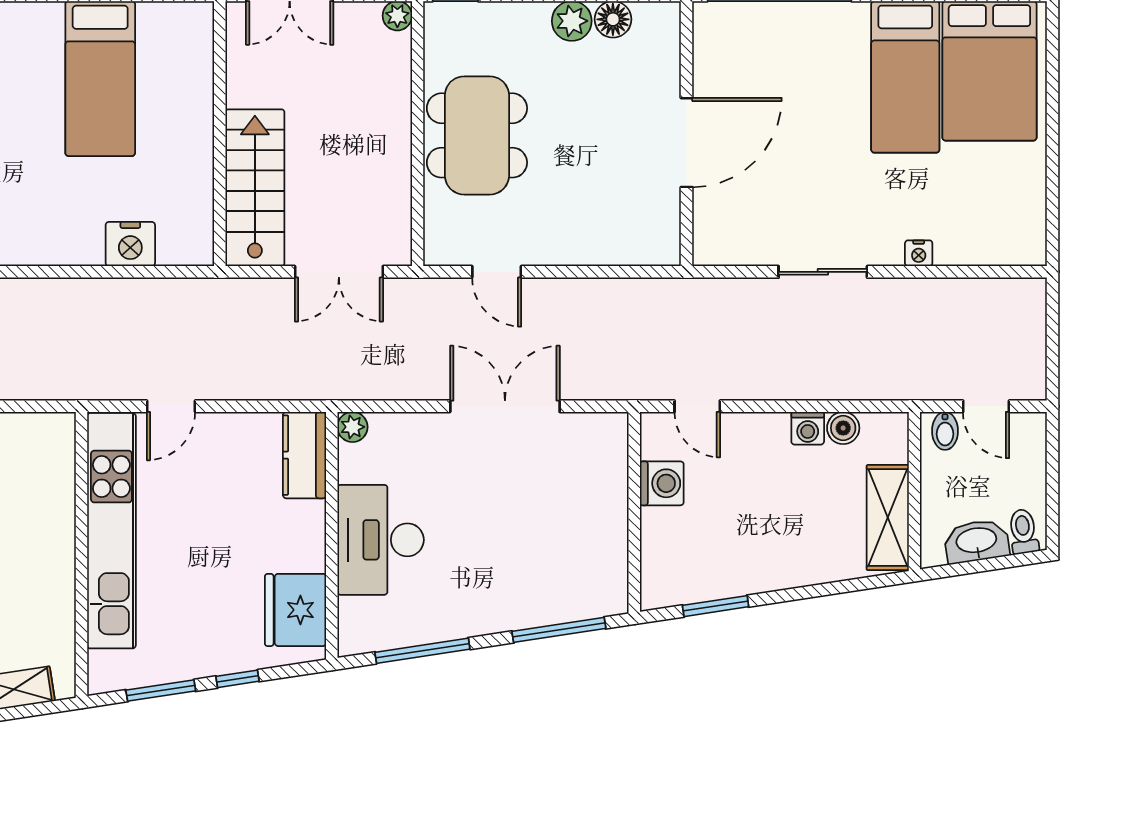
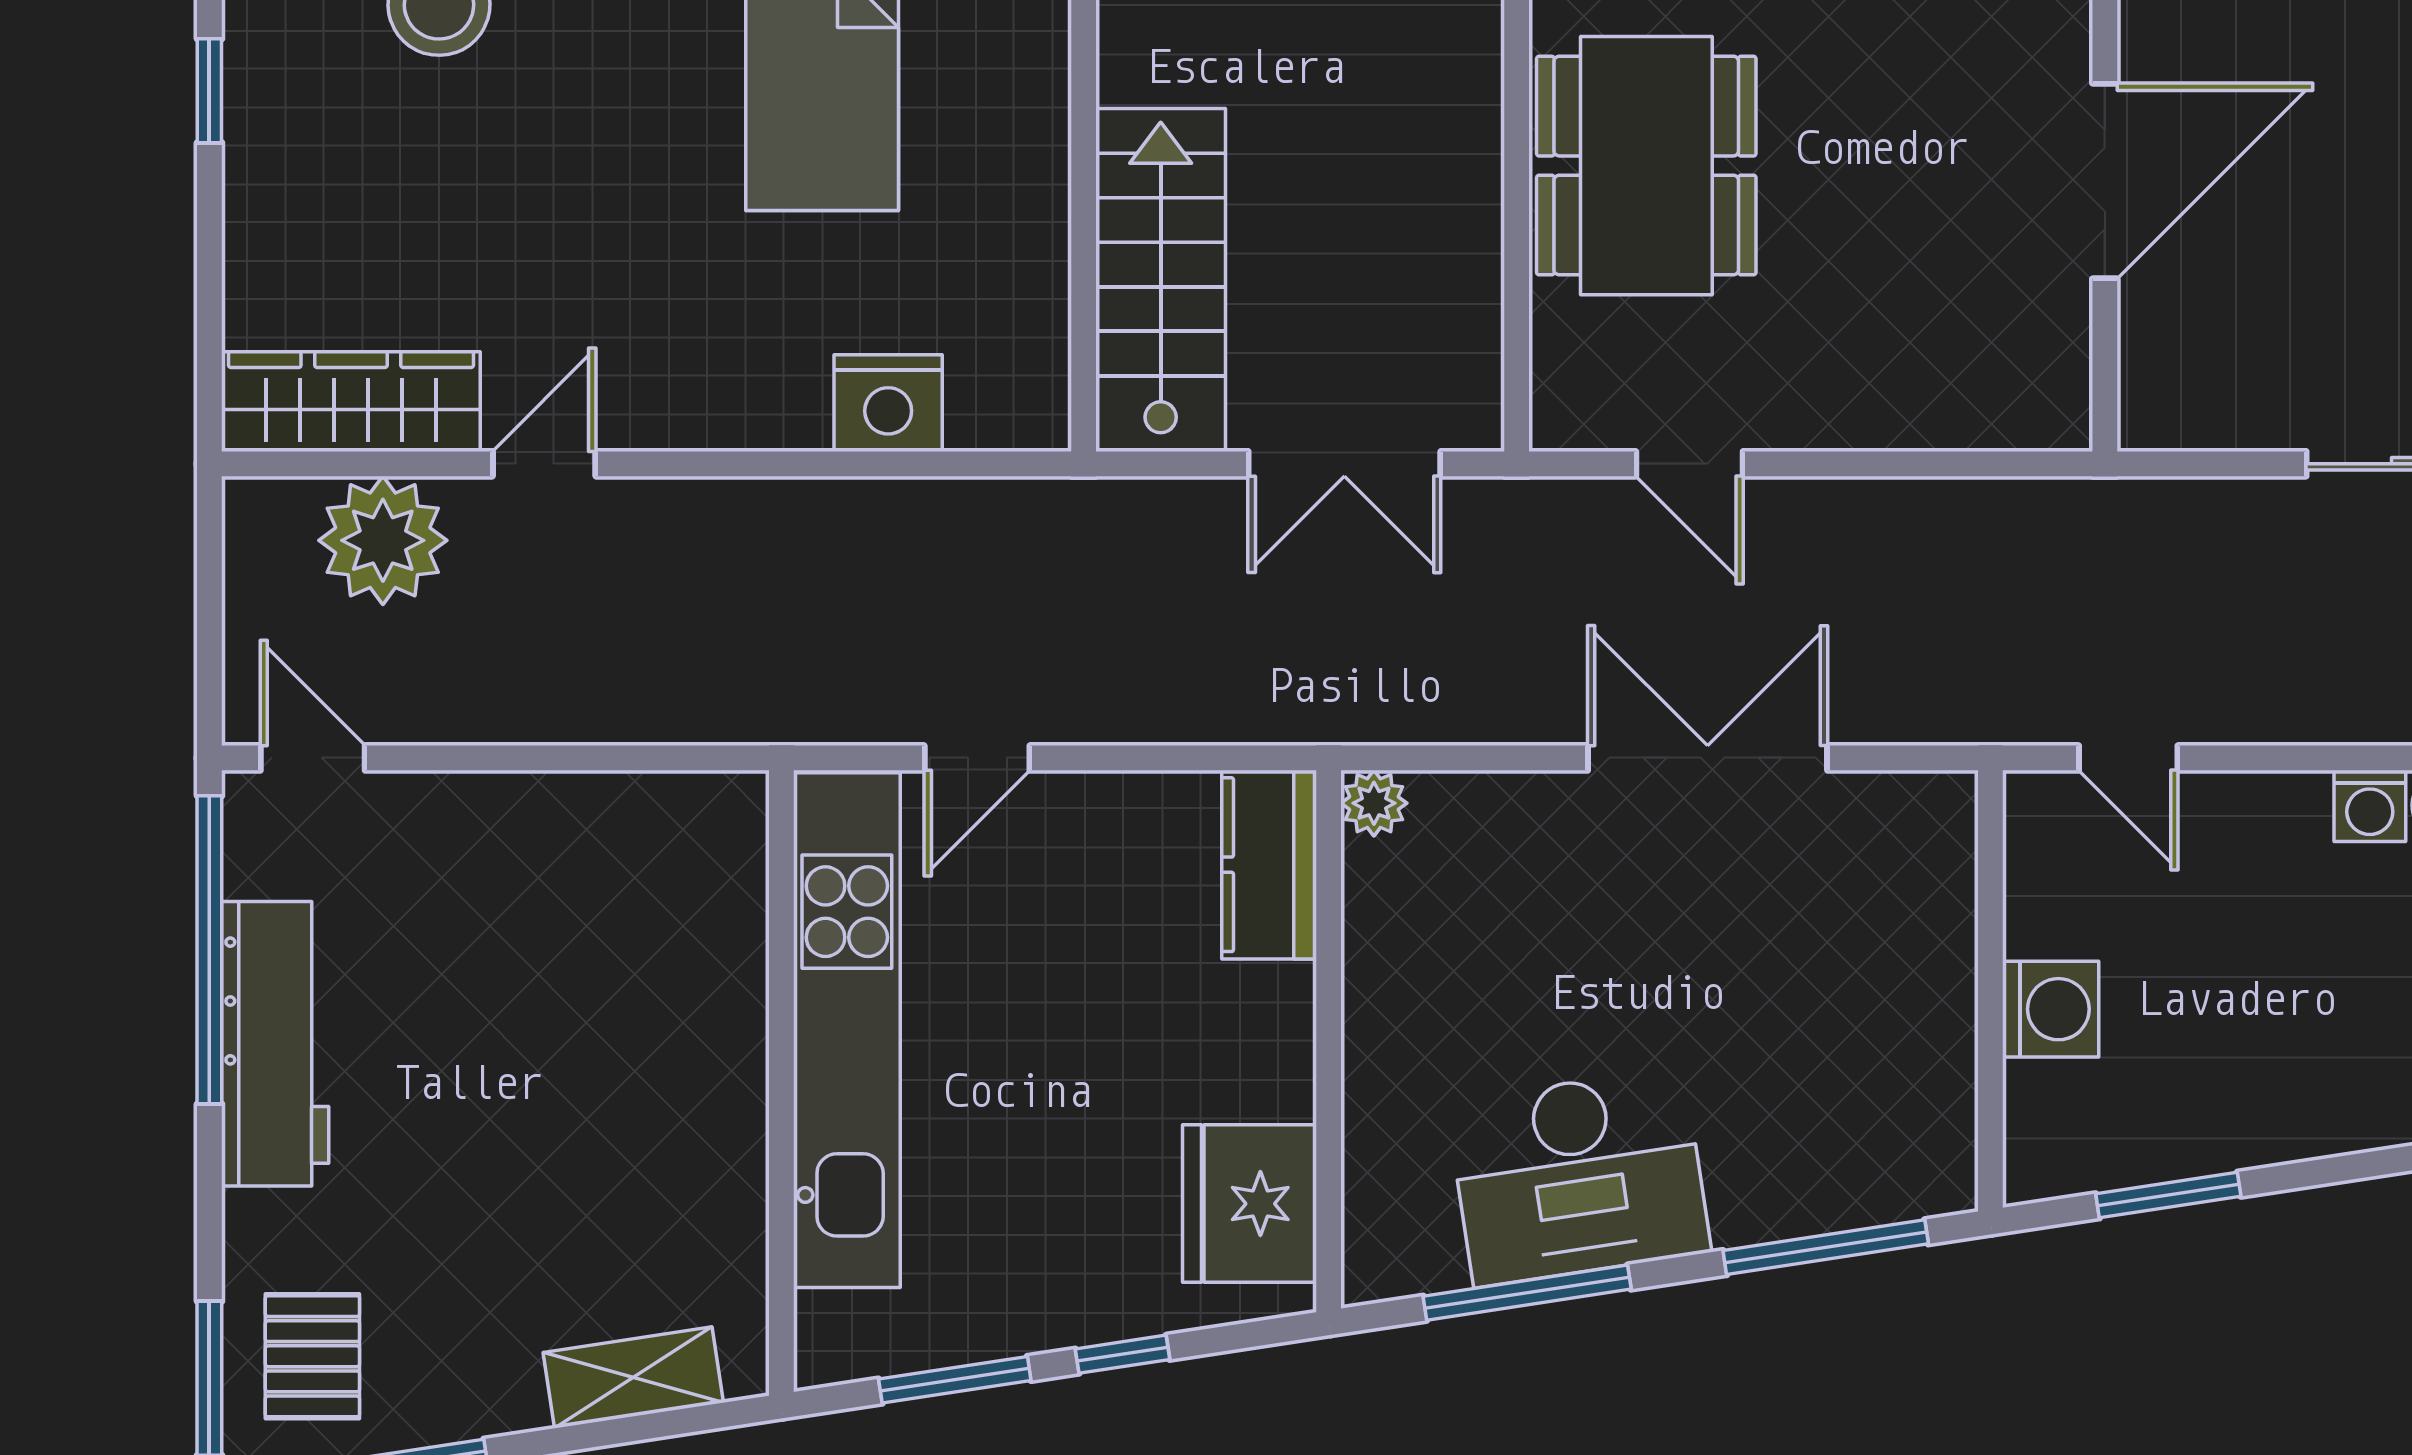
washing machine: (662, 483) -> (2051, 1009), moved
desk: (381, 540) -> (1579, 1177), moved, turned -99

